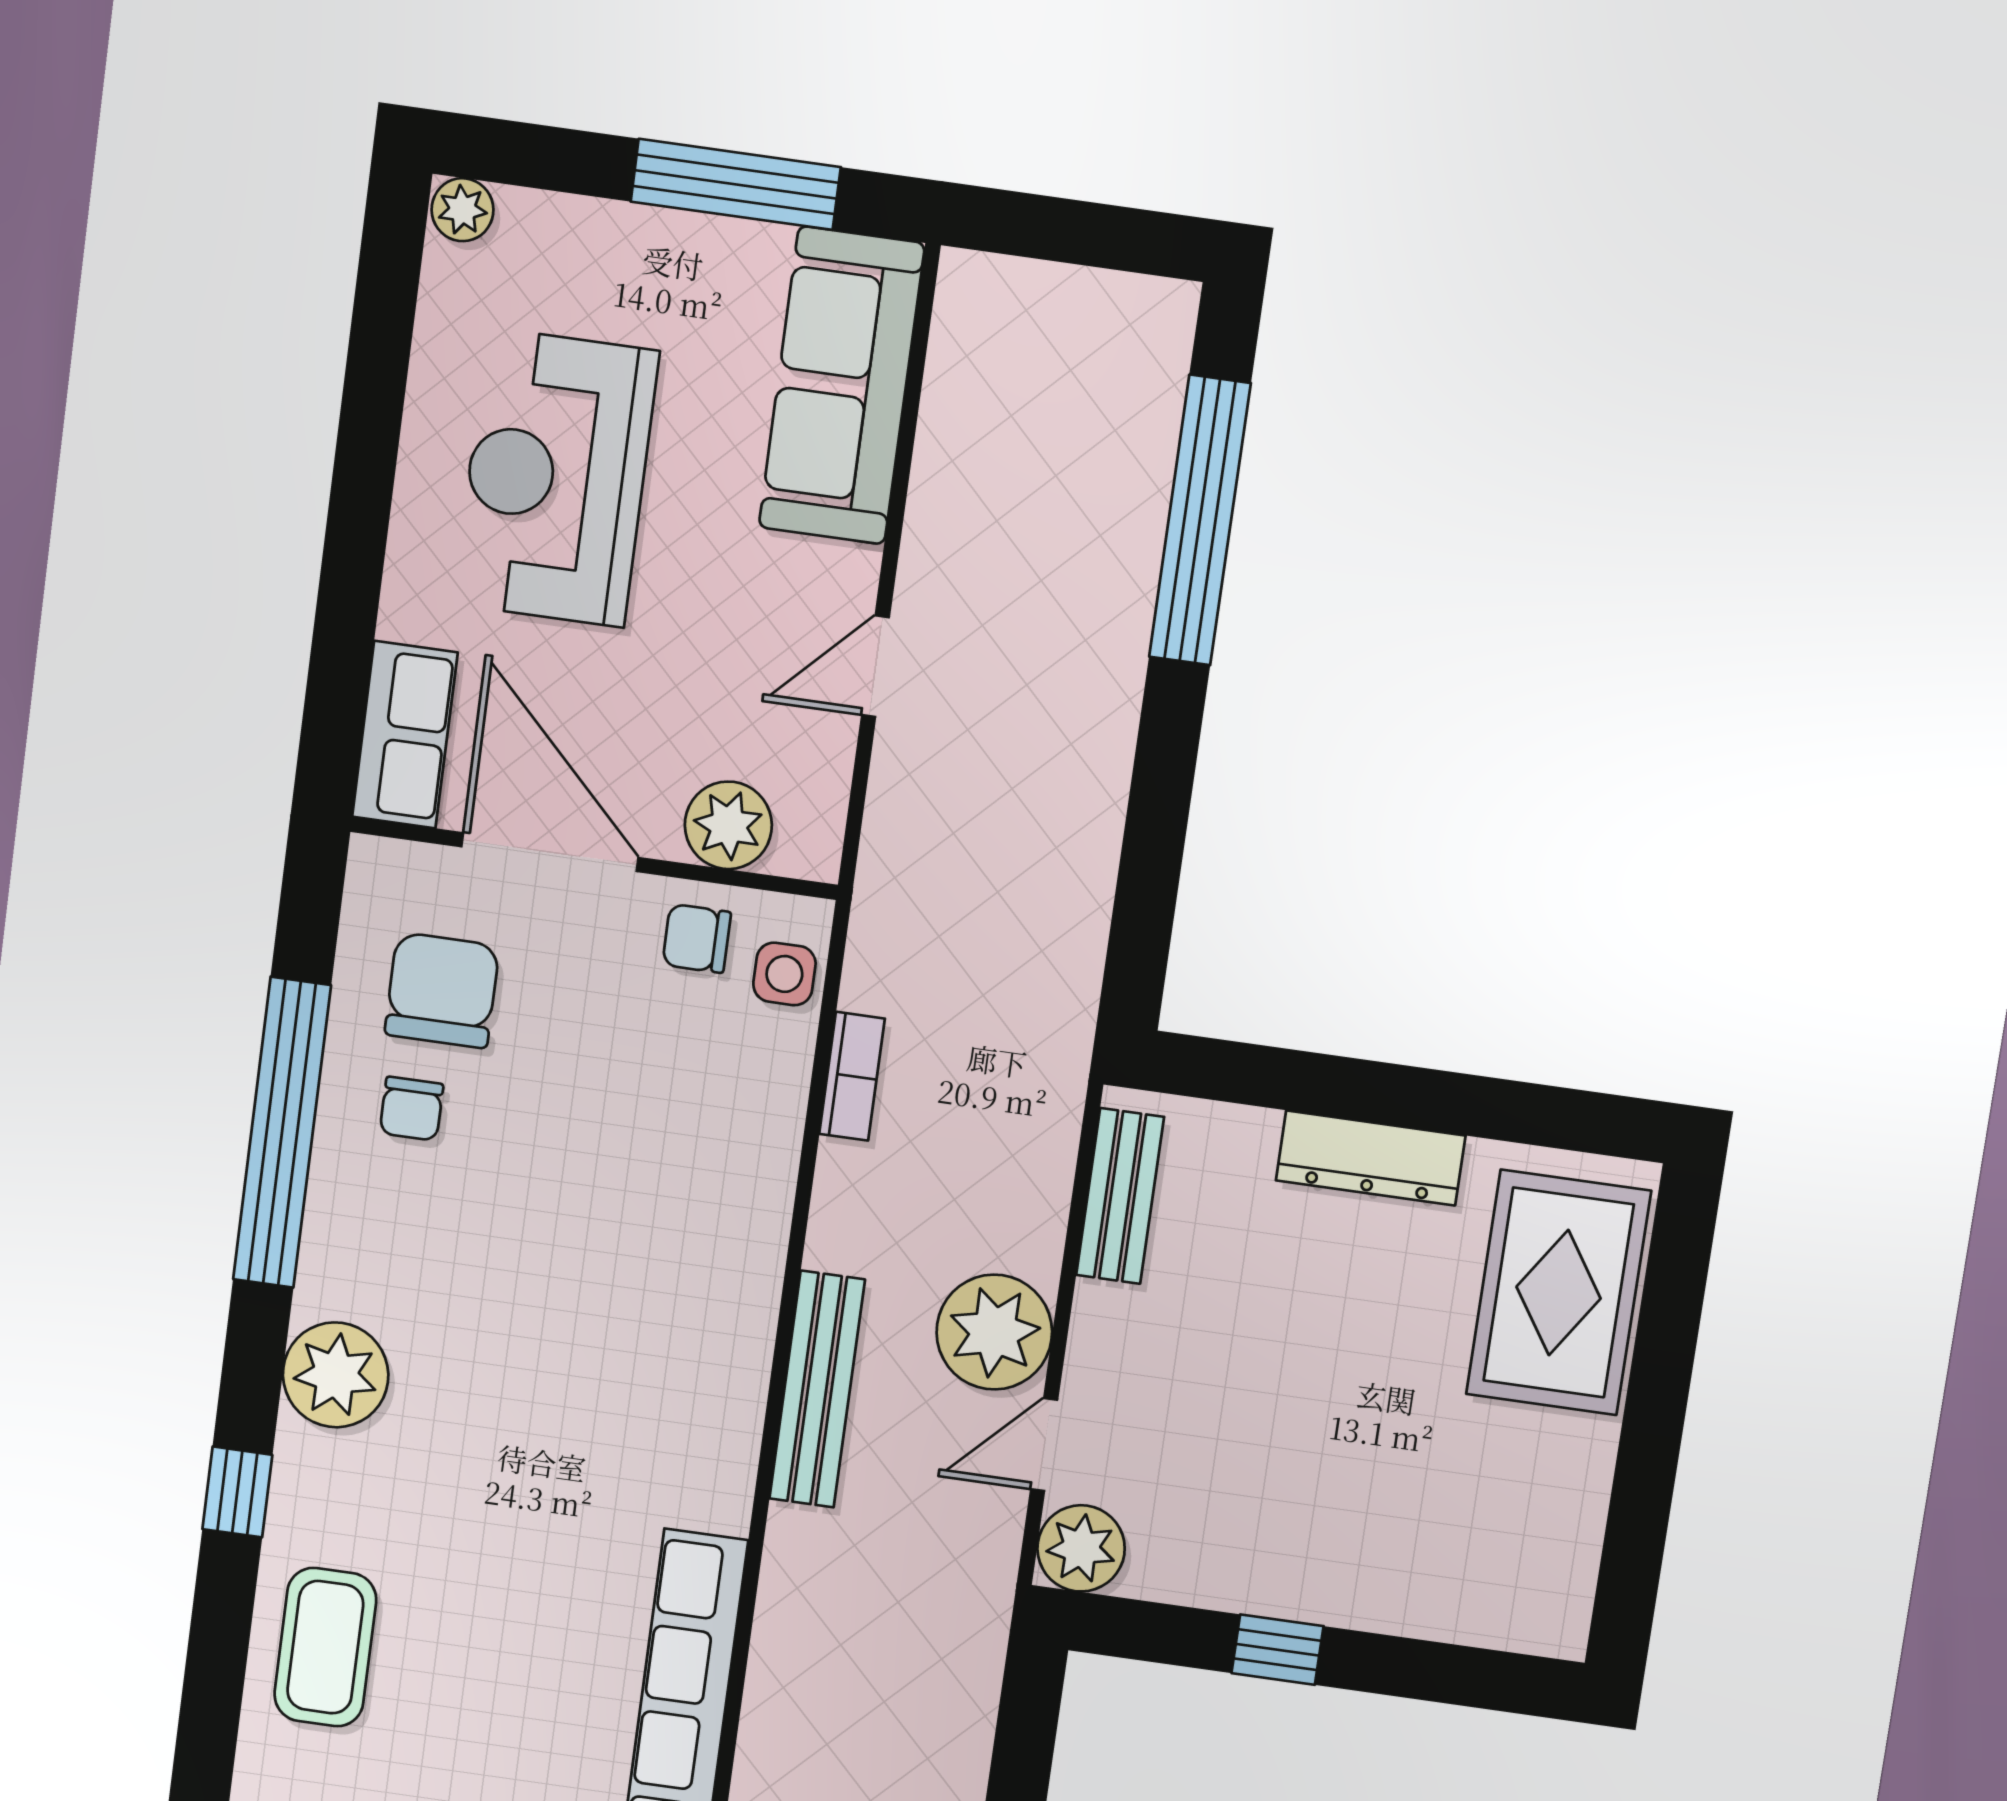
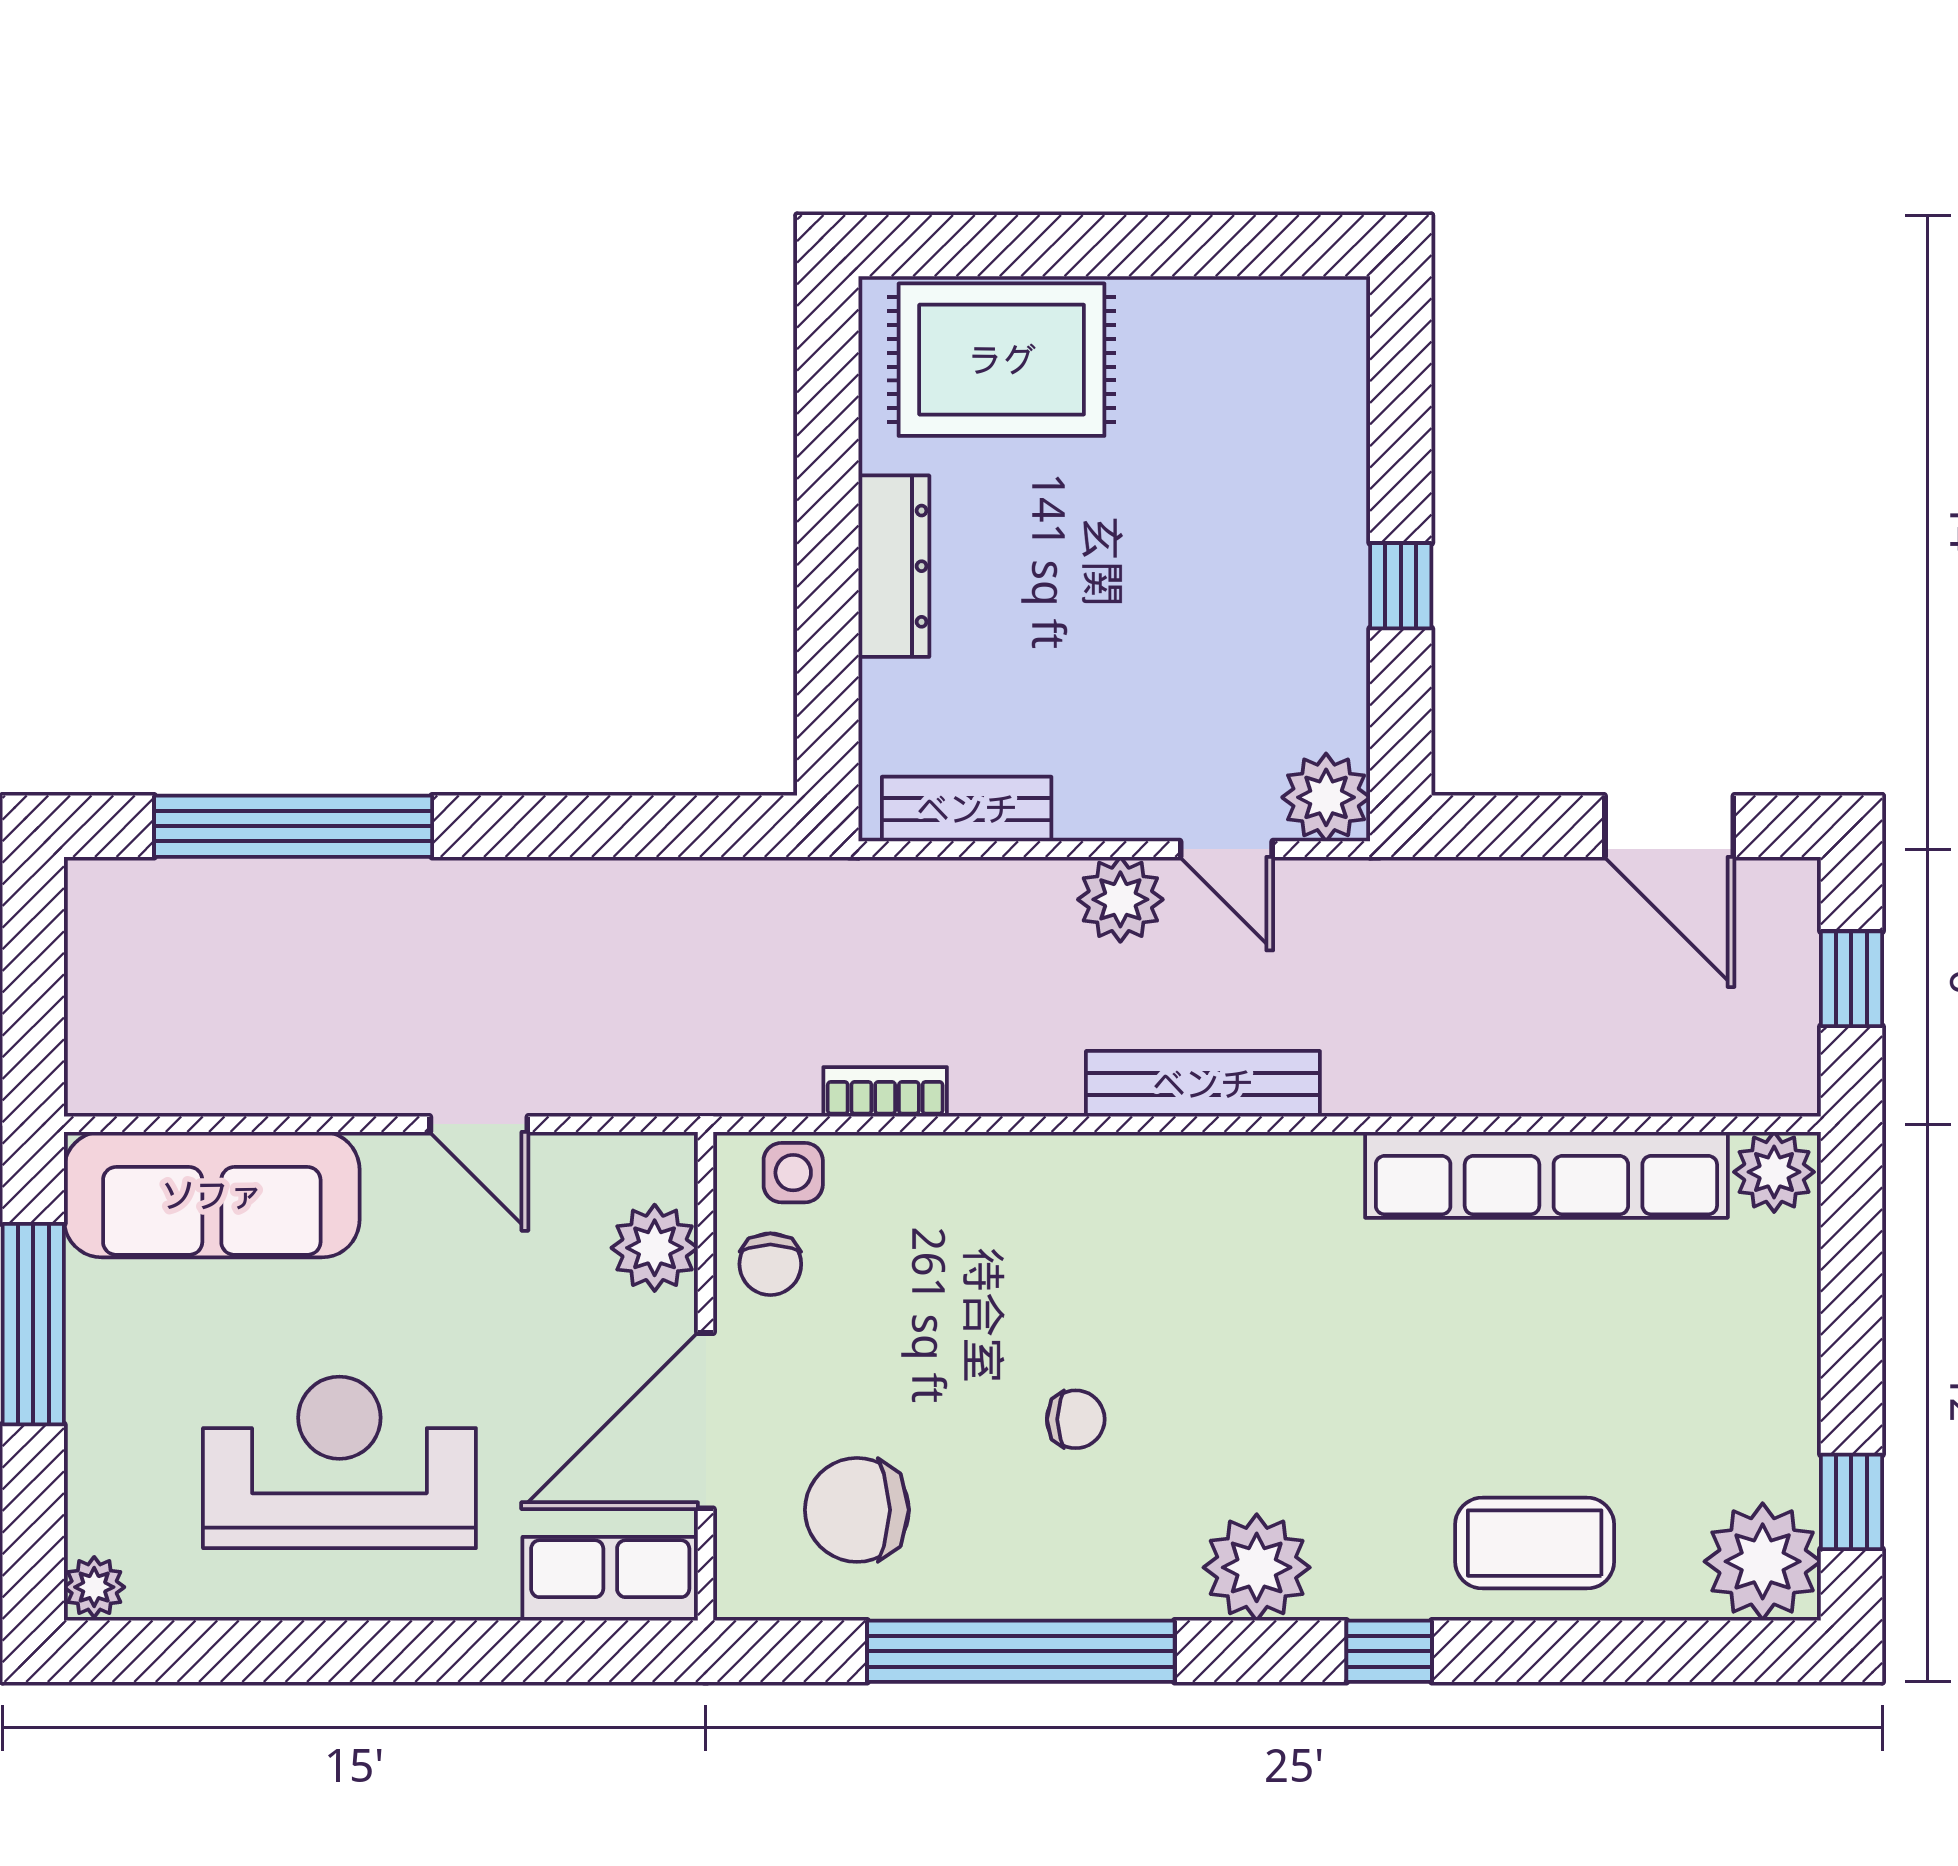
reception desk: (556, 478) -> (339, 1462), turned 180
chair: (412, 1109) -> (1076, 1419), moved
plant: (994, 1332) -> (1120, 899), width x0.73, depth x0.73

